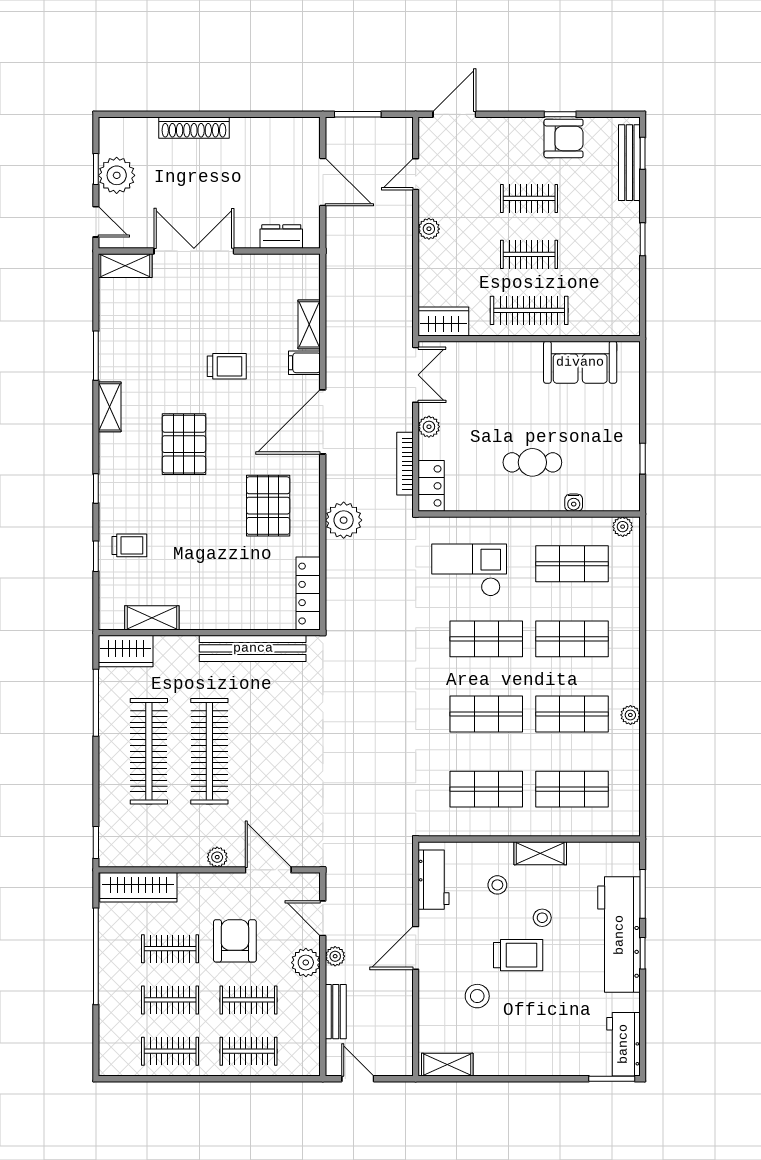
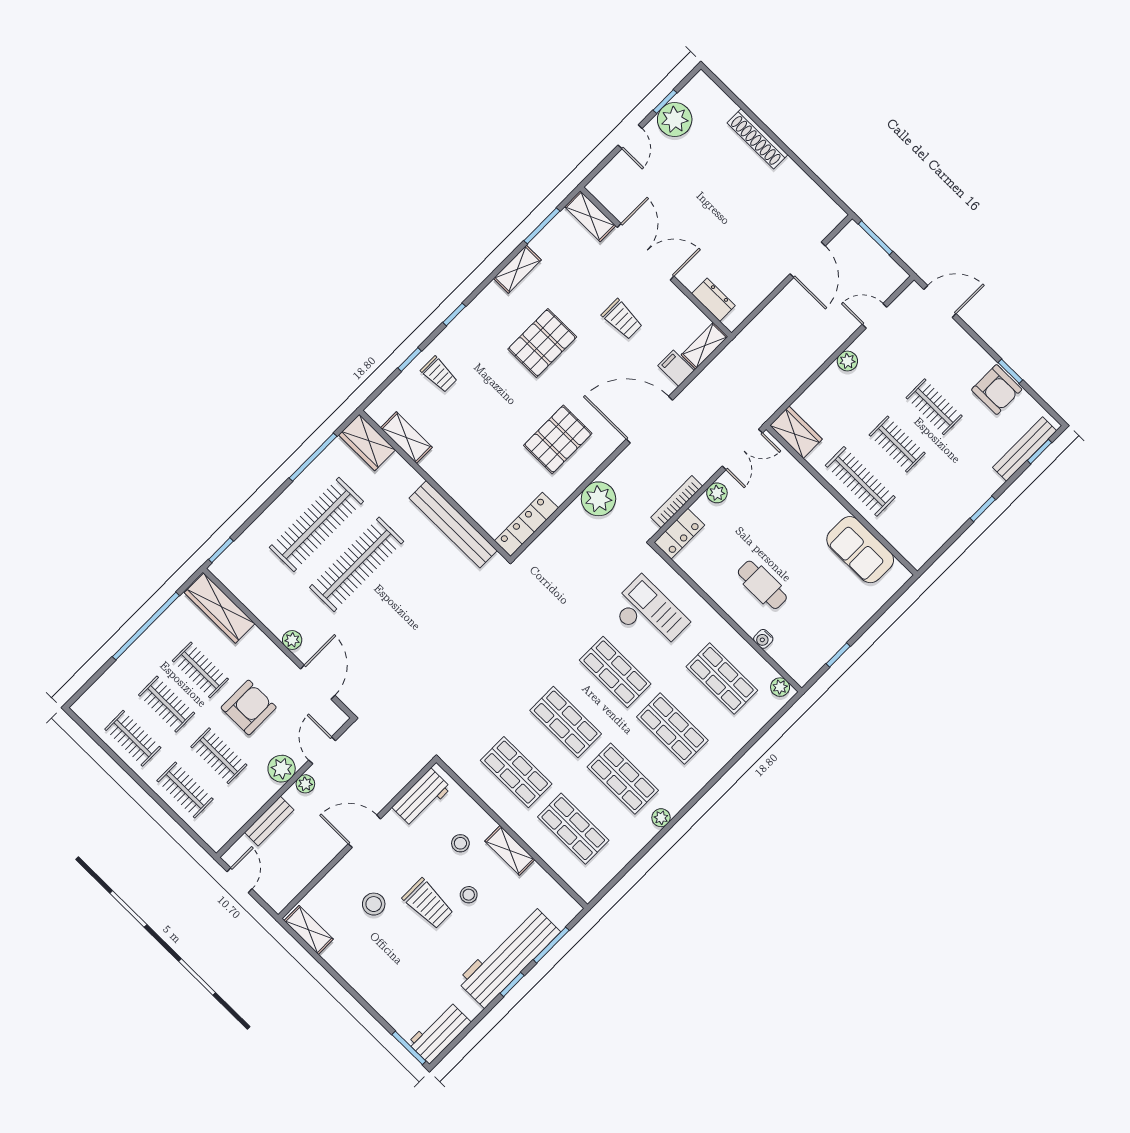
dresser: (281, 236) -> (713, 300), moved
double door: (194, 251) -> (646, 252), moved
wall: (209, 251) -> (656, 262), moved
shelving: (125, 266) -> (590, 216), moved

